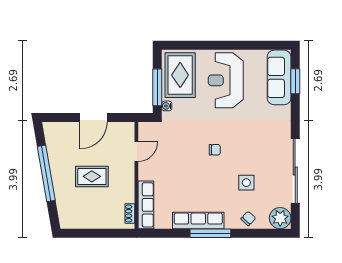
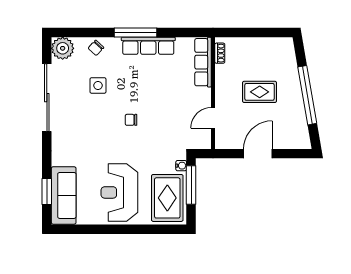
reception desk: (226, 80) -> (119, 192), turned 180

